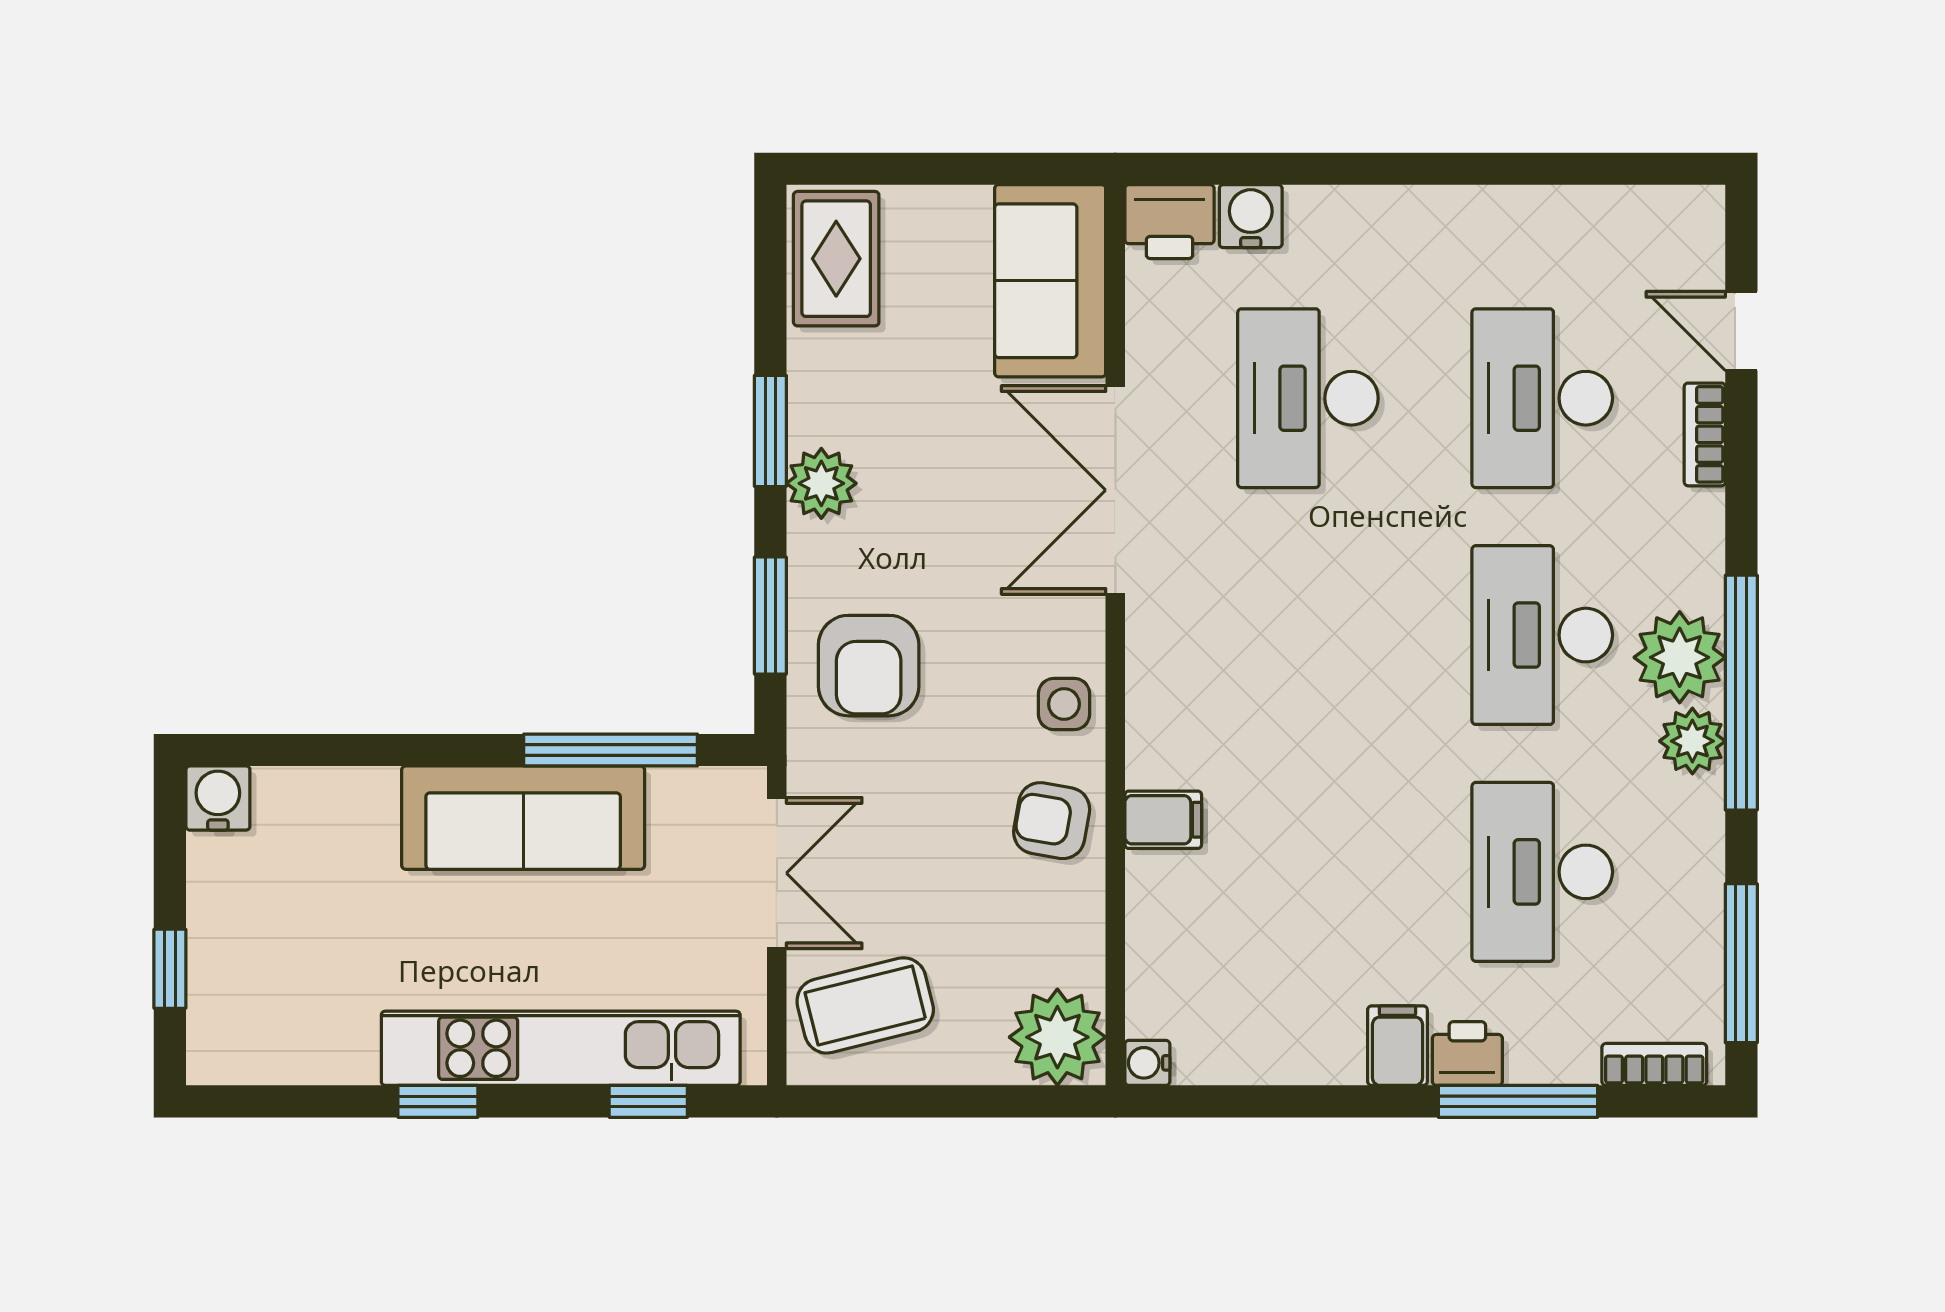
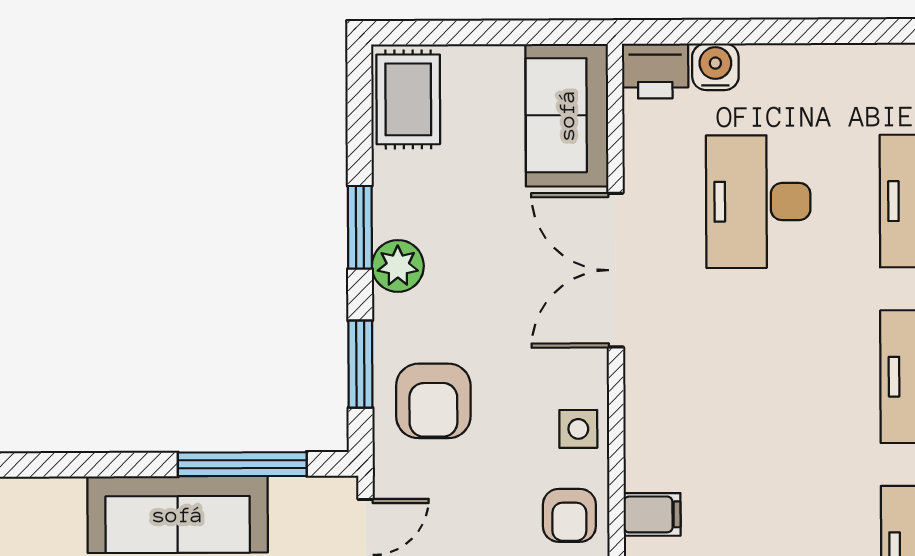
armchair: (1052, 821) -> (569, 515), turned -100

